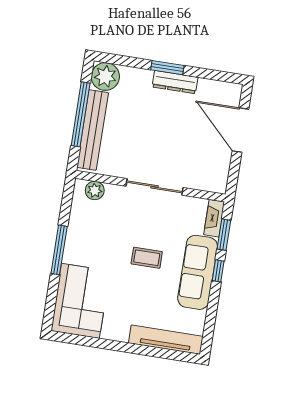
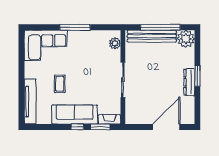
coffee table: (147, 258) -> (60, 84), moved

